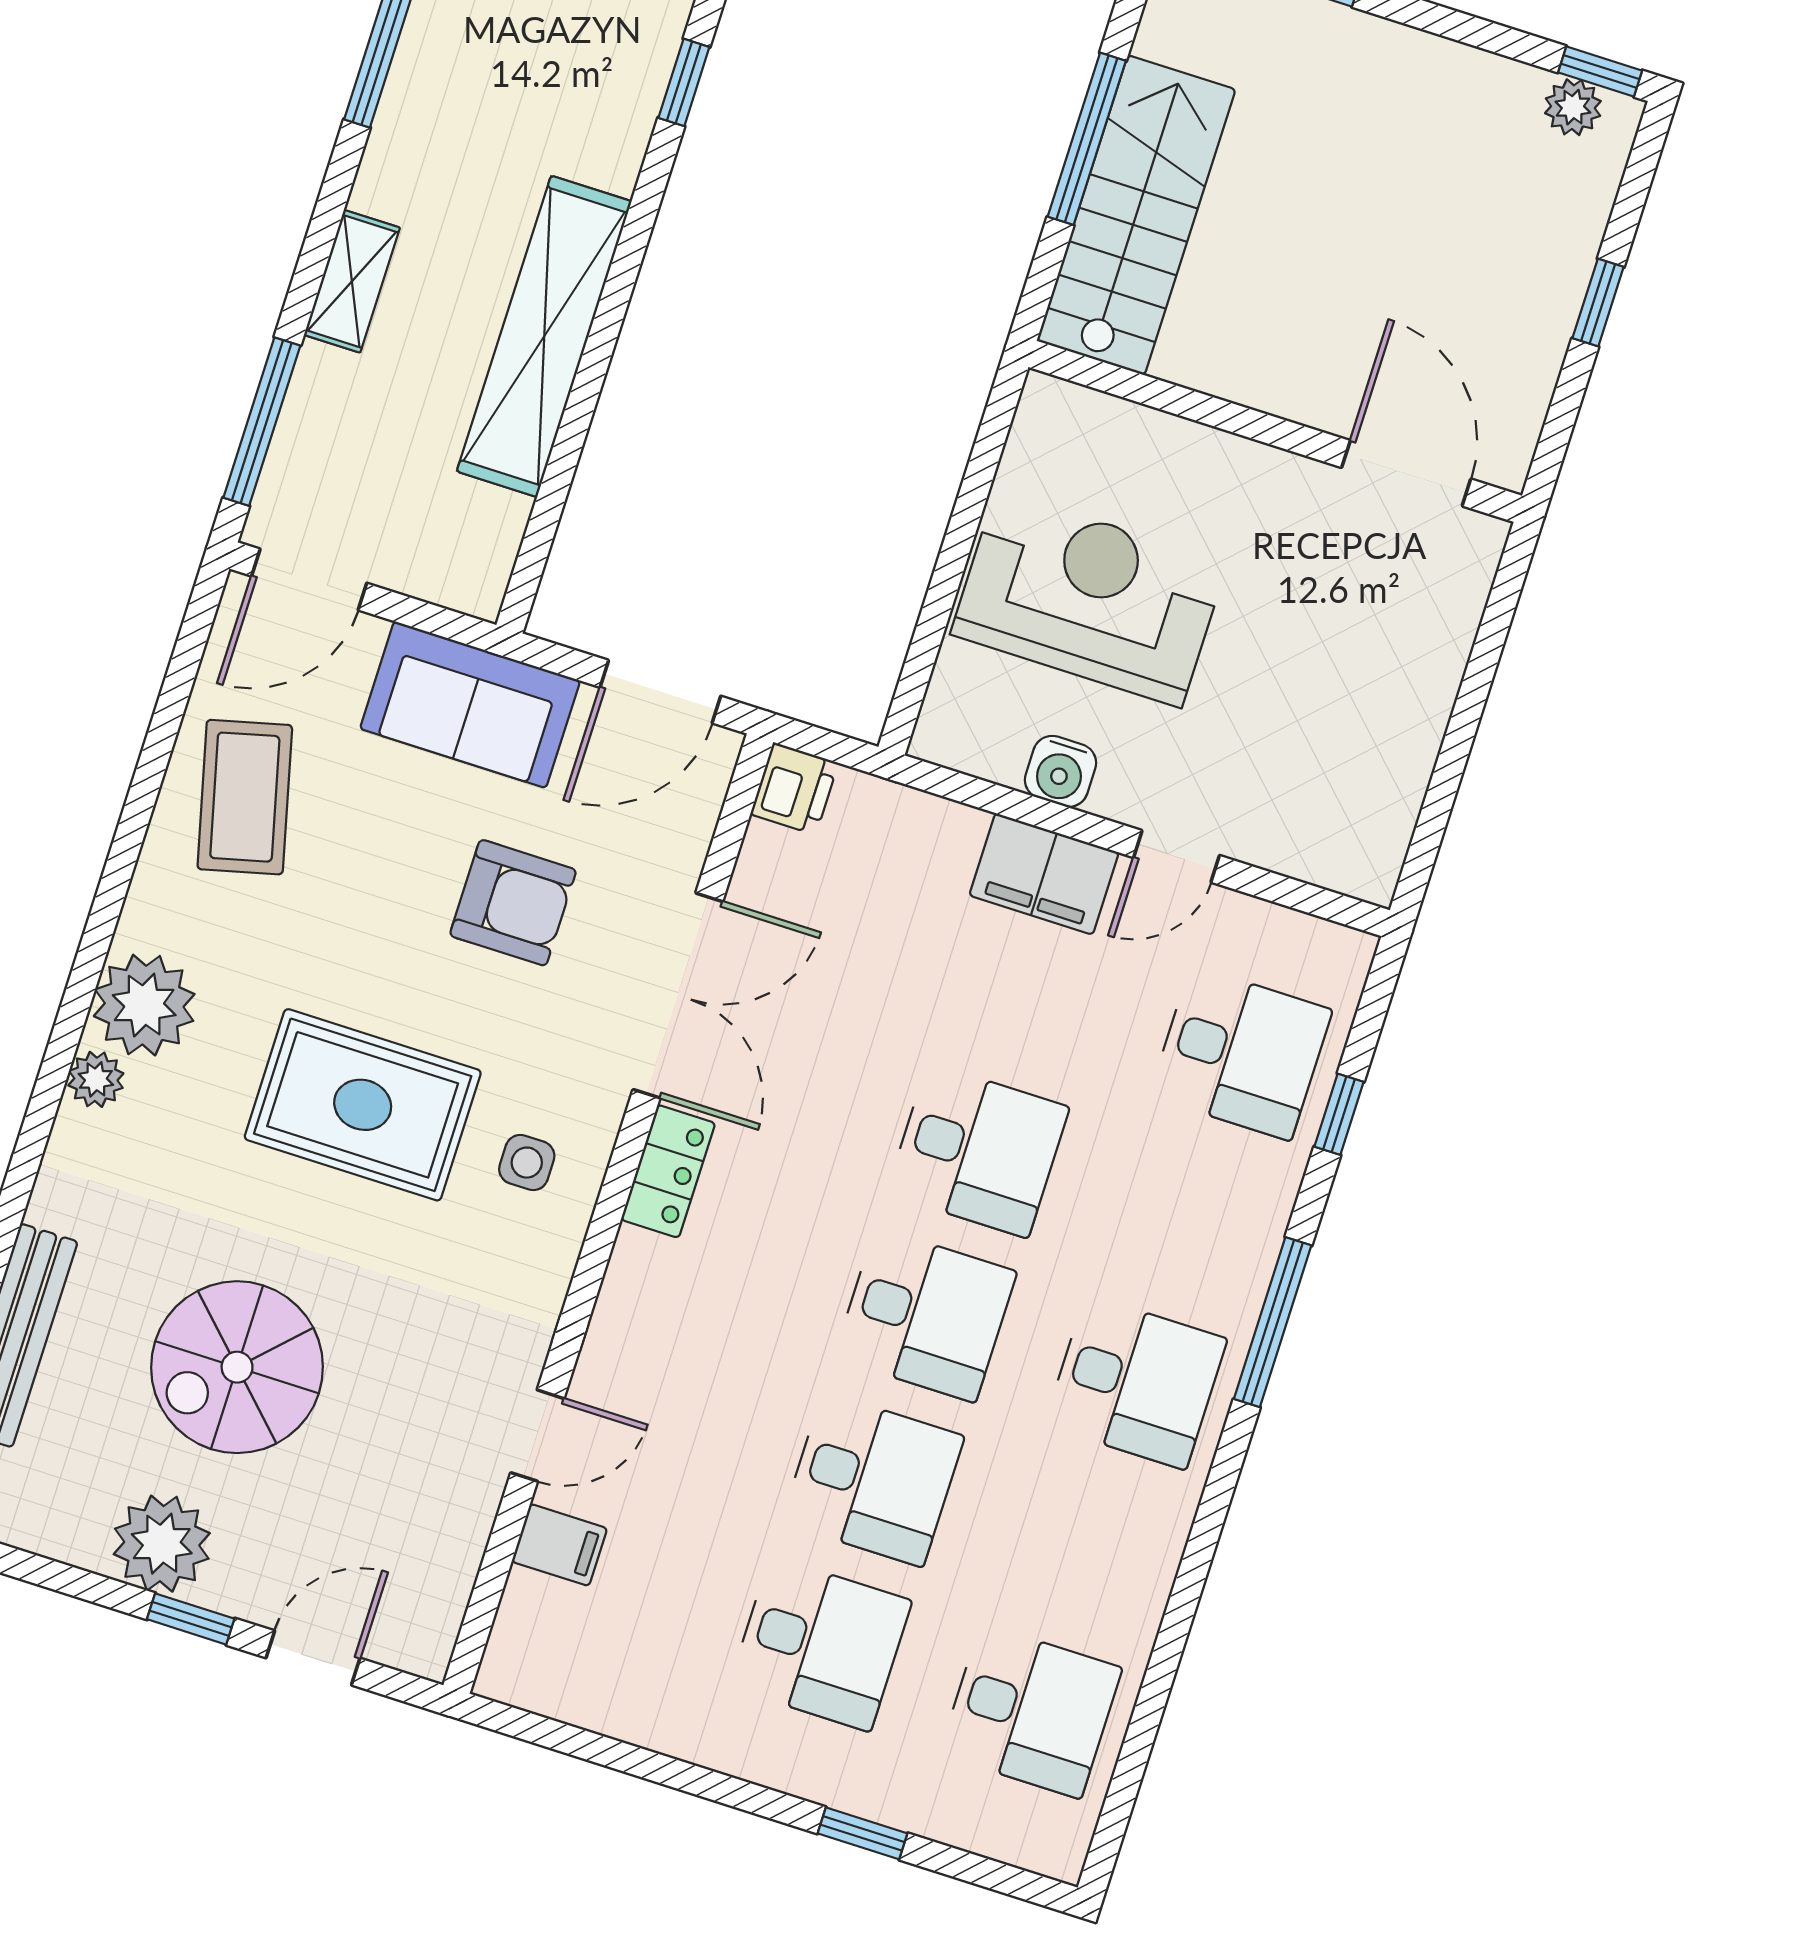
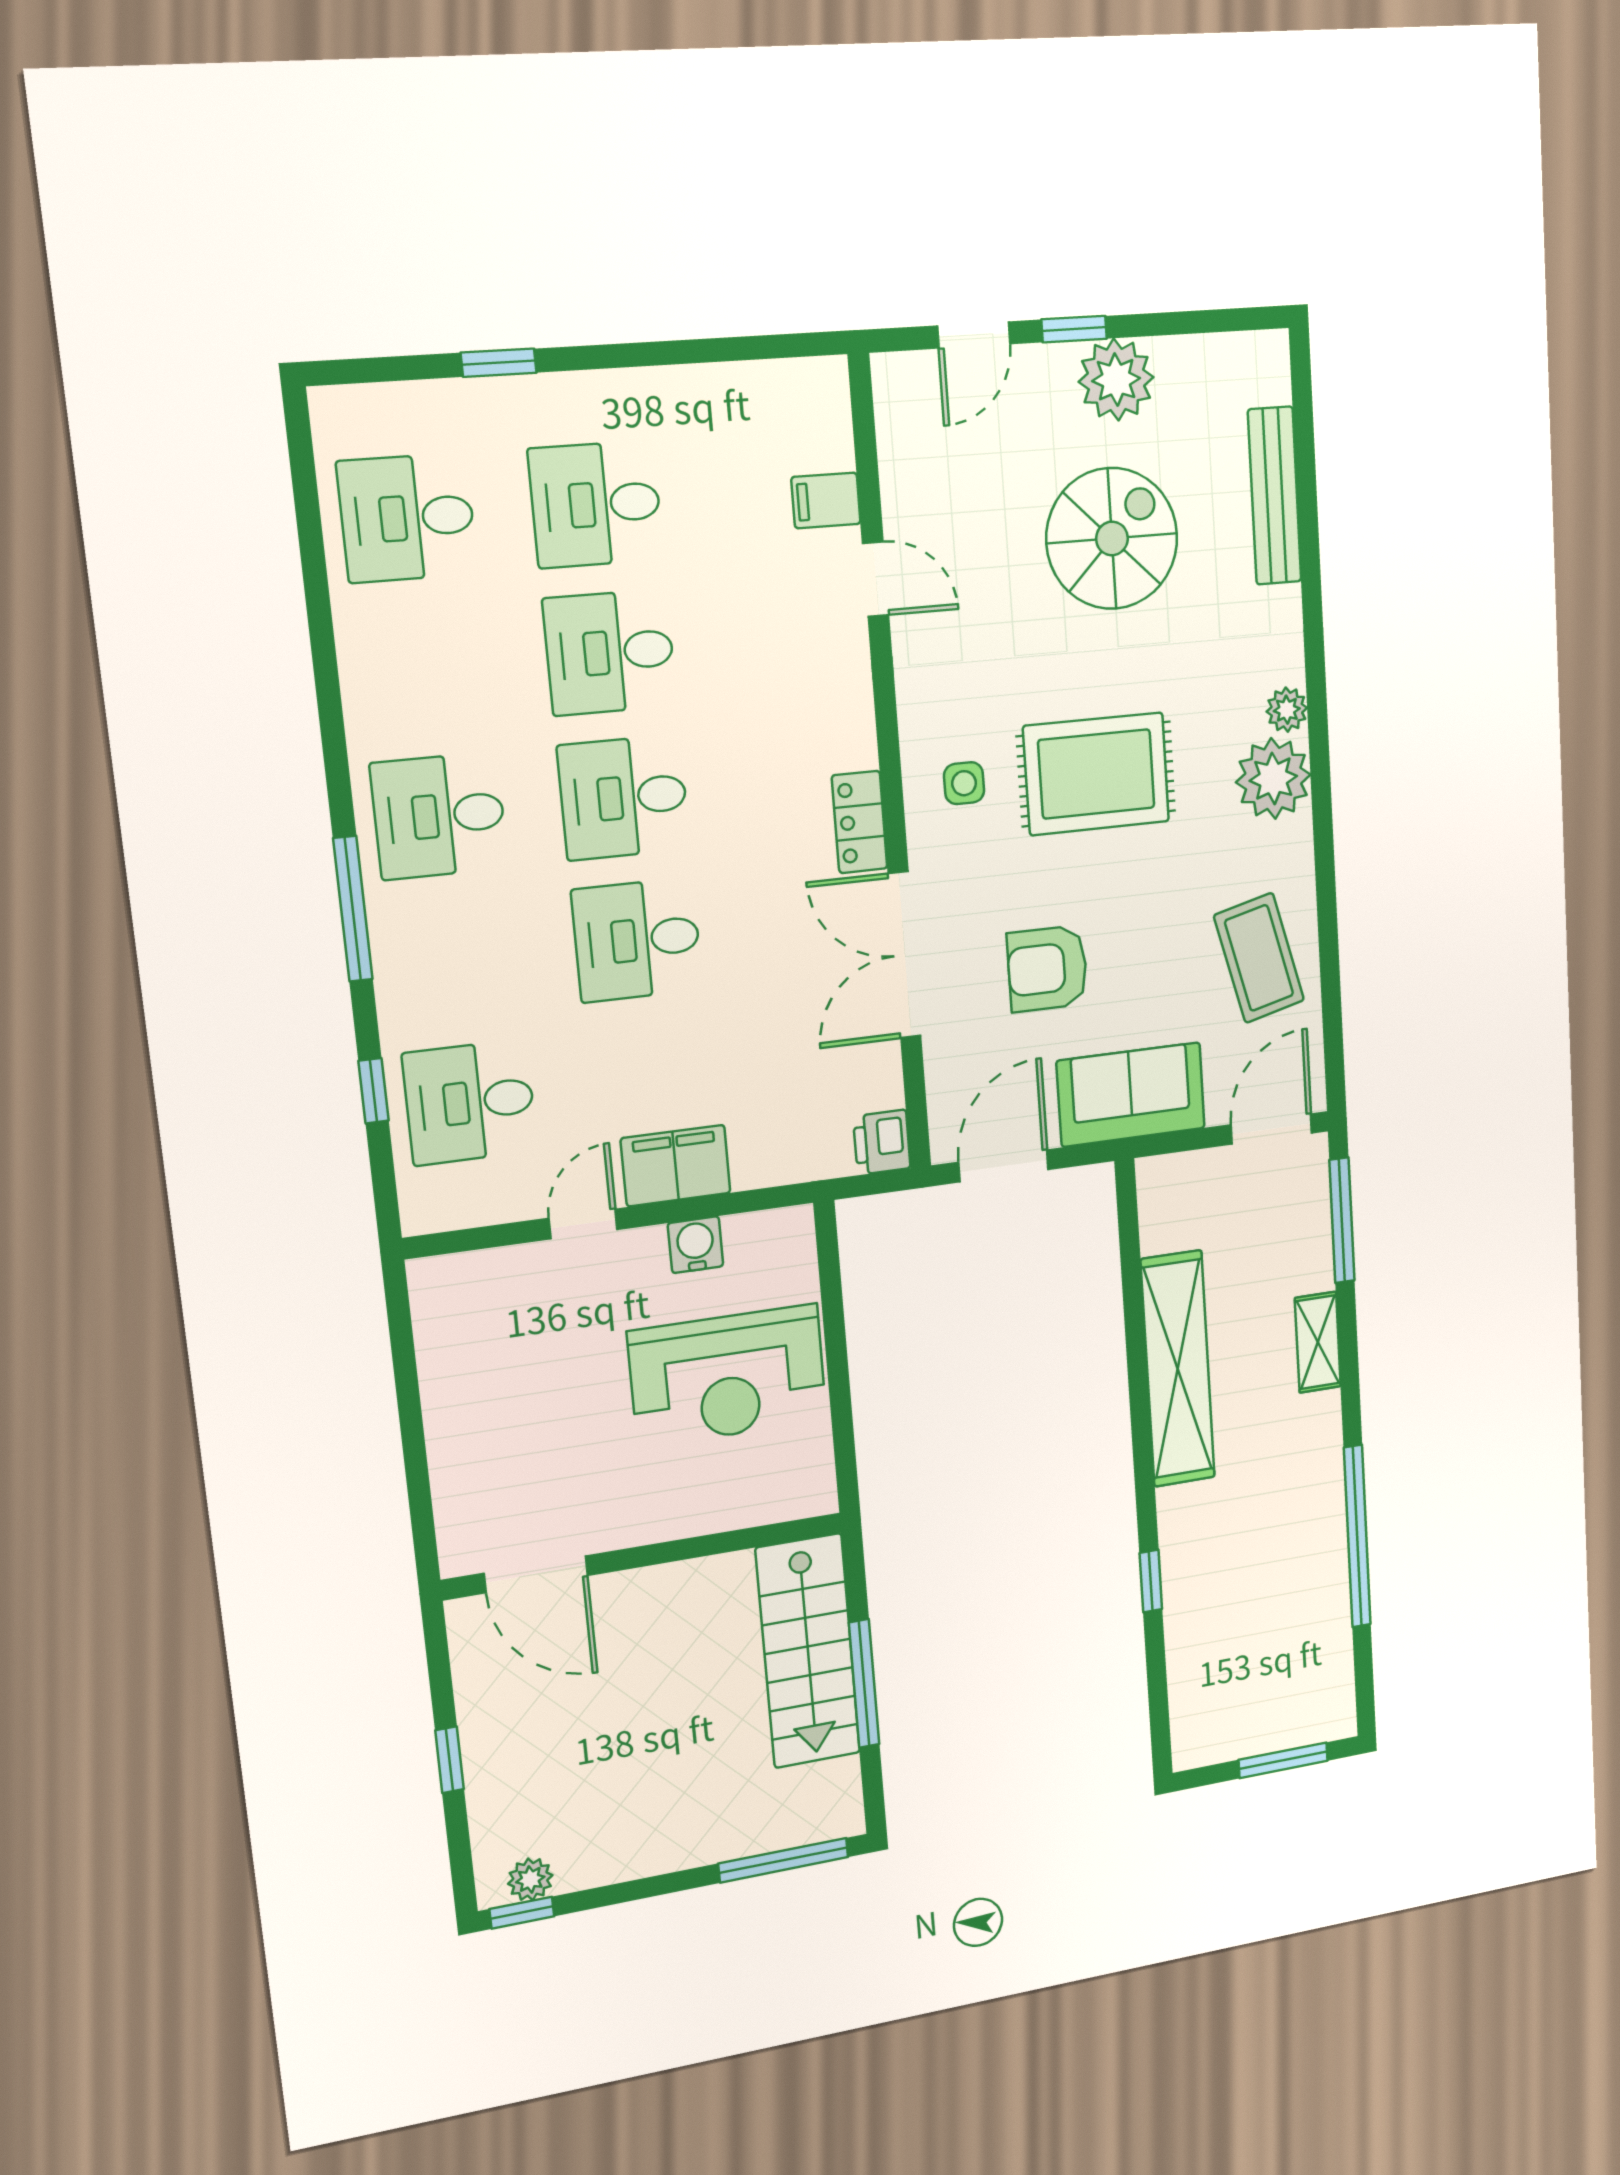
door: (537, 1436) -> (876, 579), swing flipped

